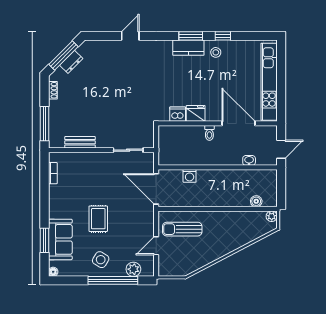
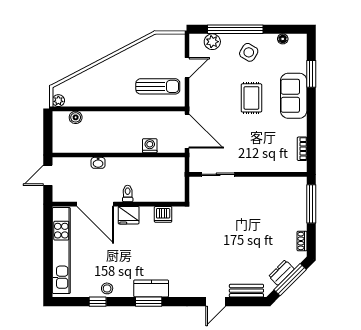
window: (223, 36) -> (98, 302), moved
stool: (216, 52) -> (107, 288), moved
fridge: (196, 113) -> (129, 215), moved
bench: (80, 142) -> (246, 291), moved
washbasin: (249, 160) -> (98, 163), moved
sofa: (60, 239) -> (294, 96), moved
floor lamp: (53, 272) -> (283, 39), moved

